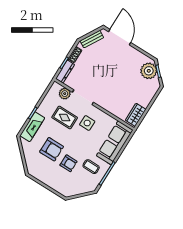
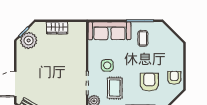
wardrobe: (136, 115) -> (57, 28), moved
armchair: (68, 163) -> (174, 78), moved

